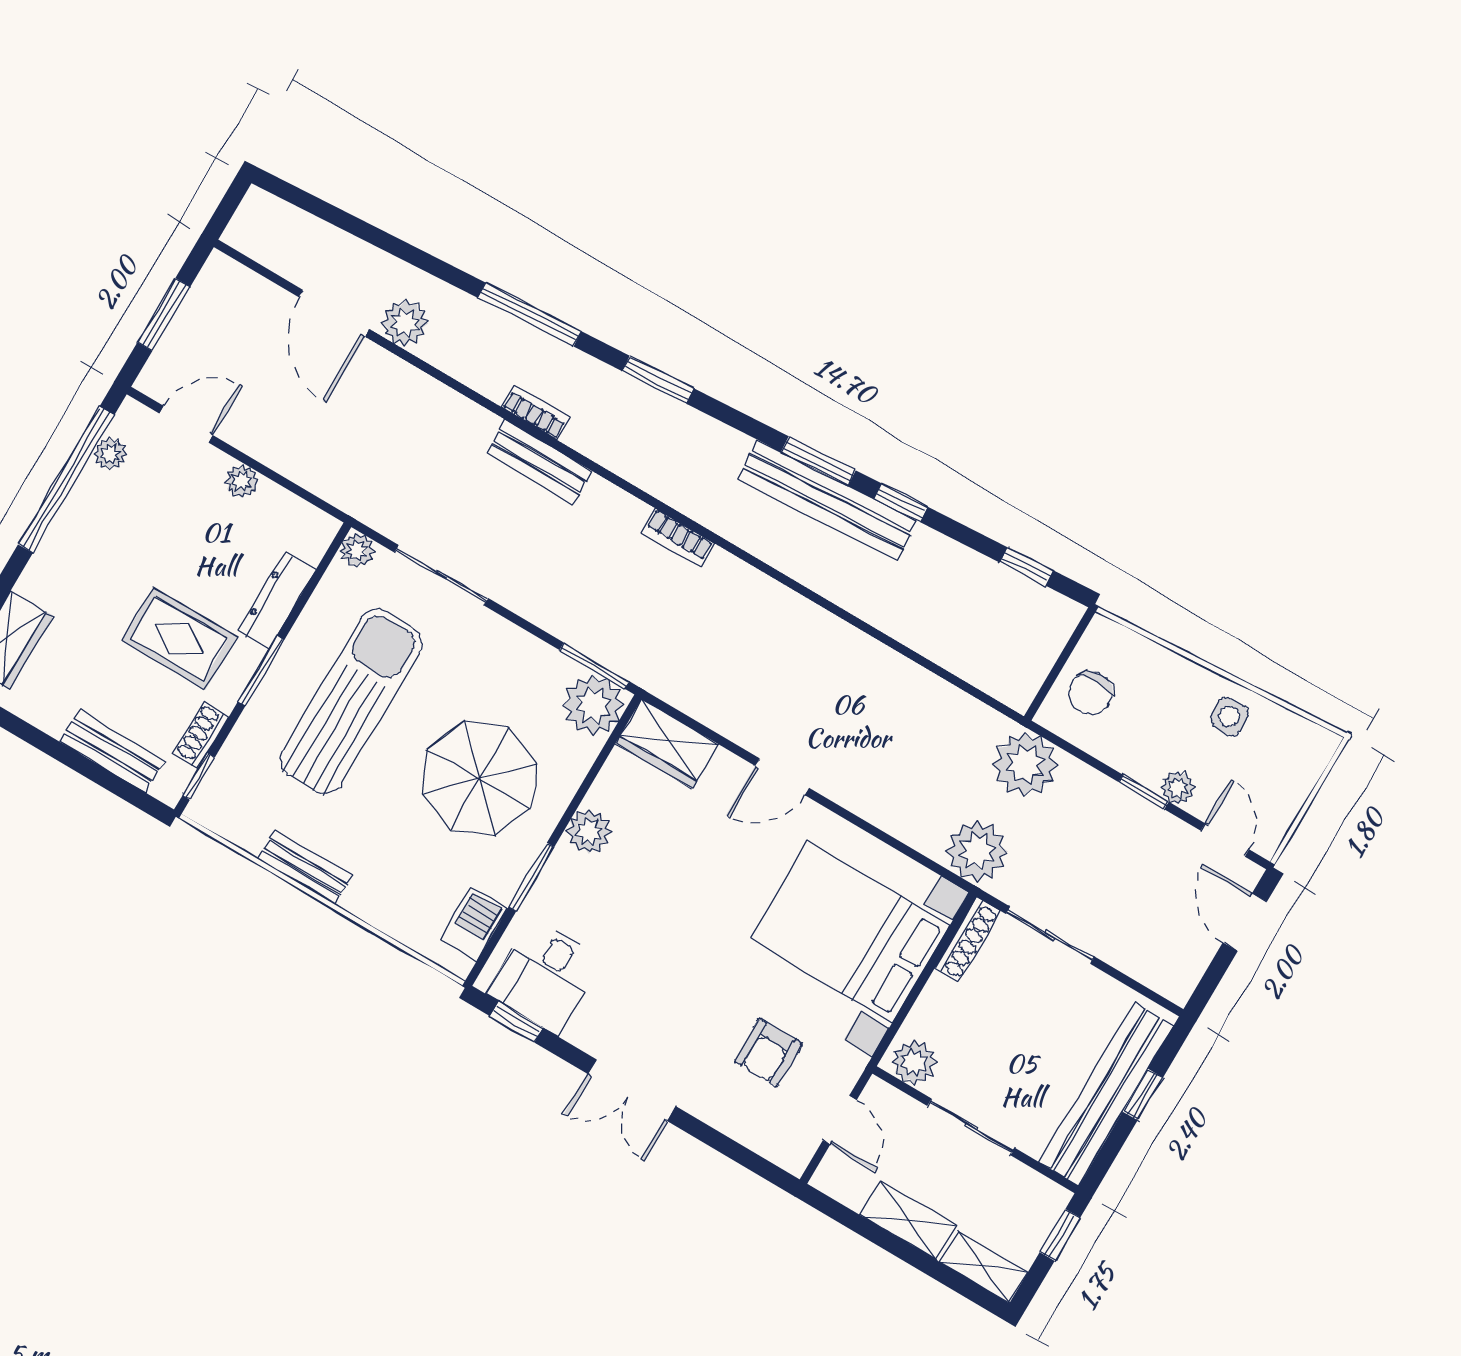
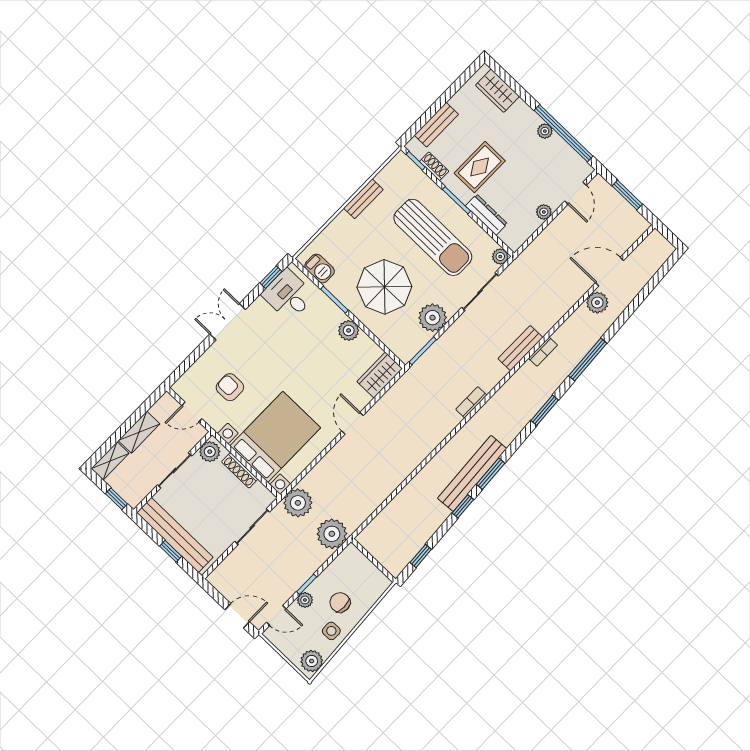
plant: (110, 454) -> (545, 131), moved
chair: (1090, 693) -> (340, 602), moved
plant: (593, 705) -> (433, 318), moved
plant: (1302, 743) -> (312, 661), added
shoe rack: (968, 940) -> (240, 470), moved

